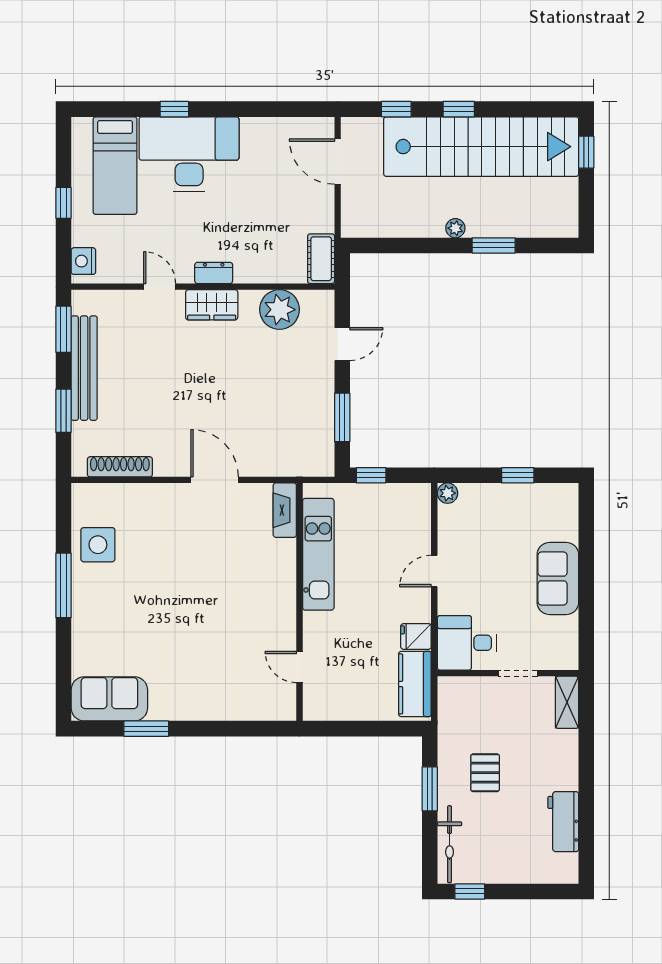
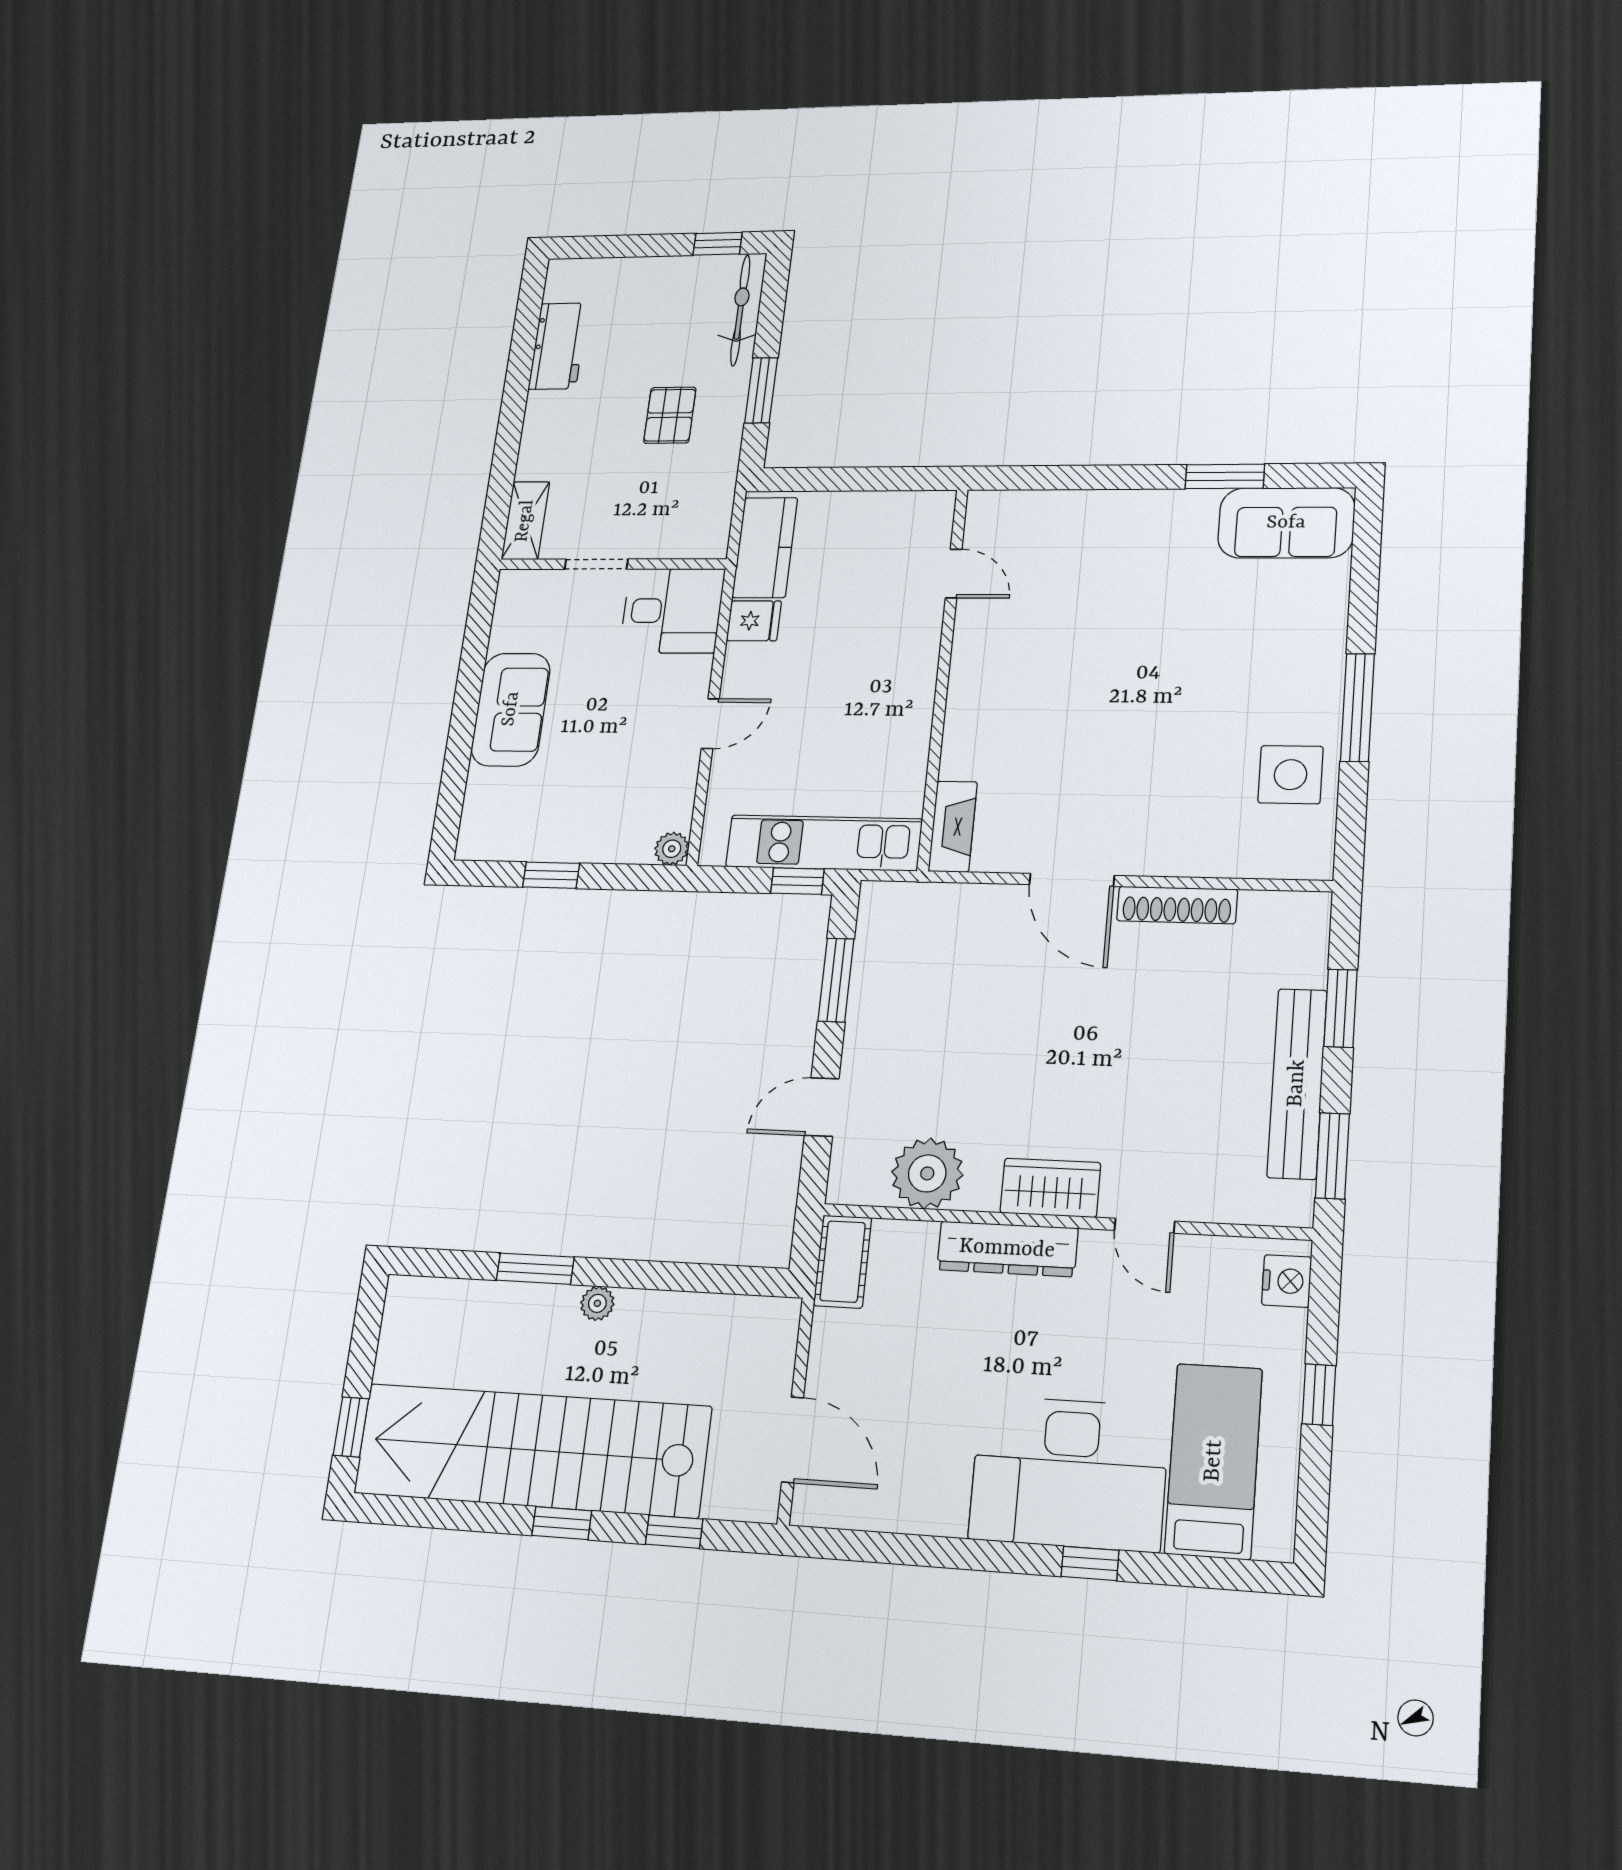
dresser: (214, 273) -> (1007, 1249), width x1.96, depth x1.24
shoe rack: (120, 467) -> (1177, 905), moved
kitchen unit: (318, 554) -> (824, 843), moved, turned 90

